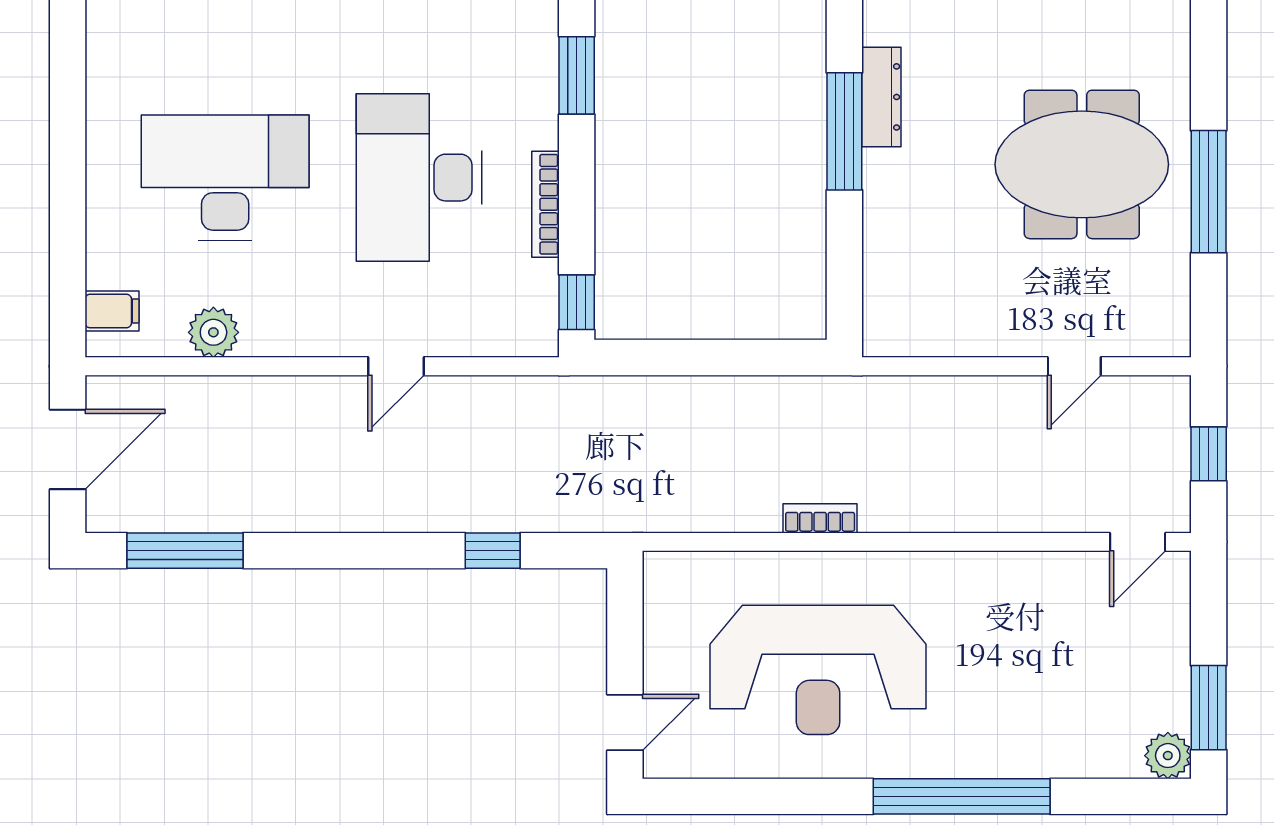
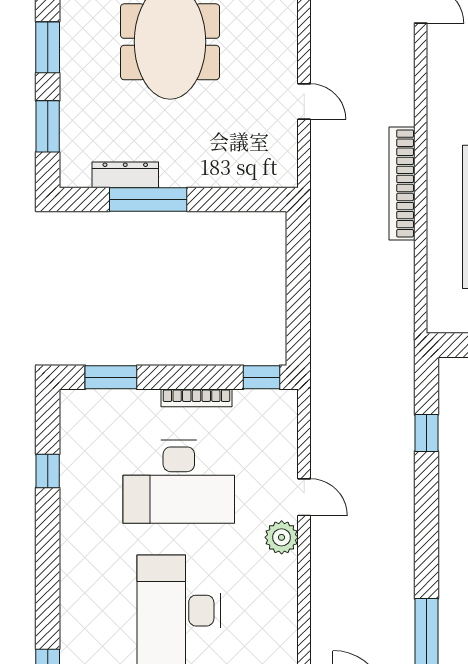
plant: (213, 332) -> (282, 537), moved
door: (1074, 366) -> (304, 101), moved
bookcase: (820, 518) -> (402, 183), width x2.31, depth x1.31

